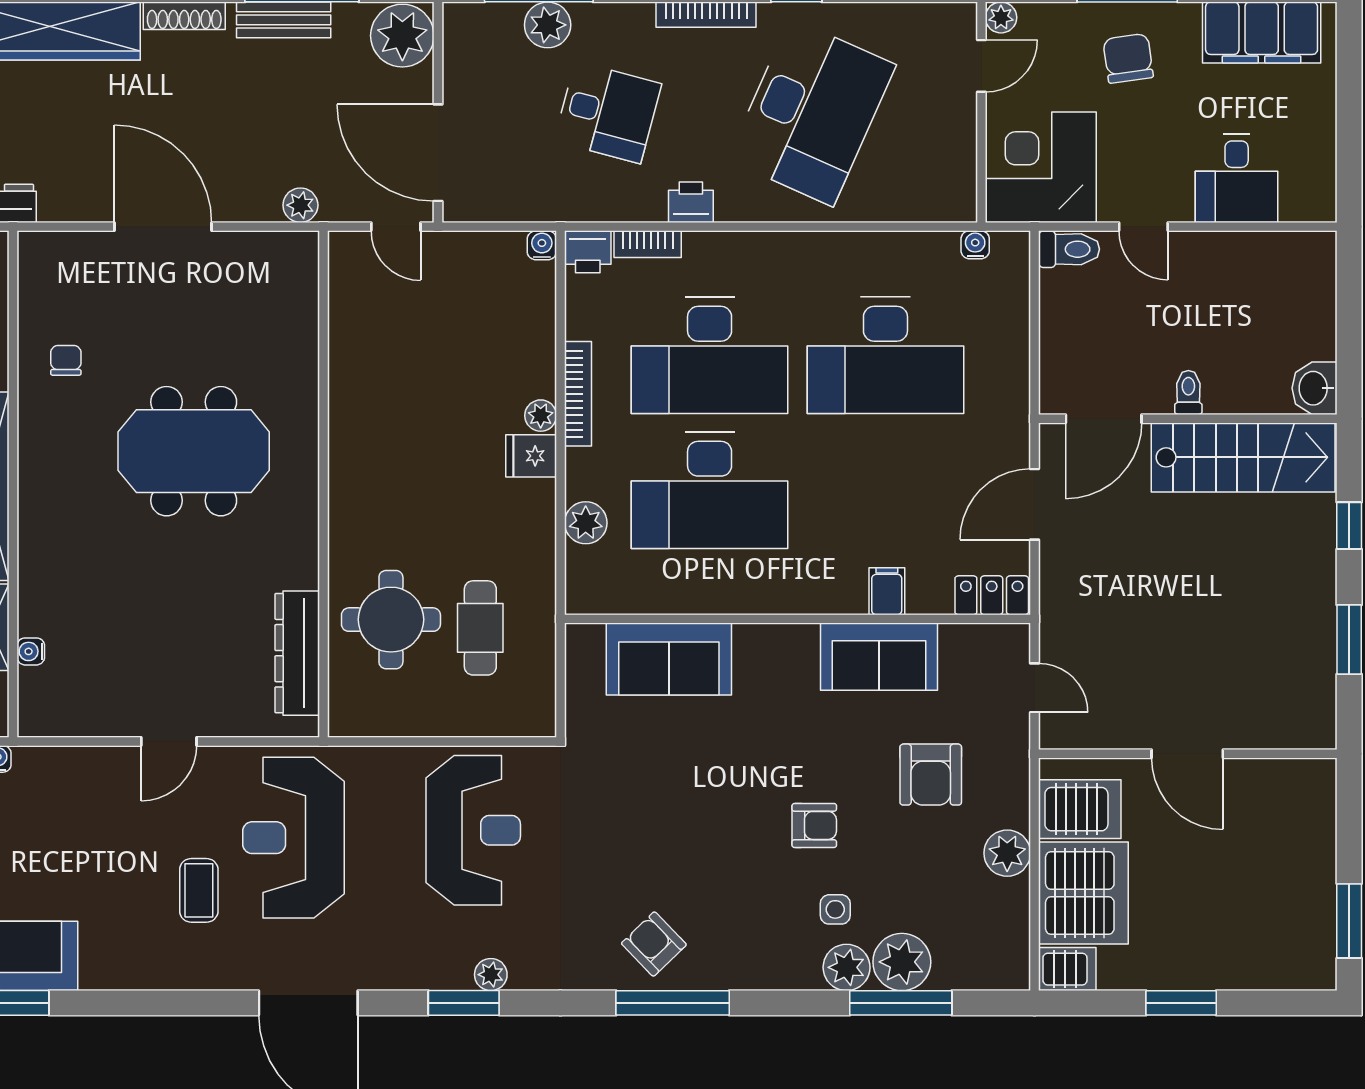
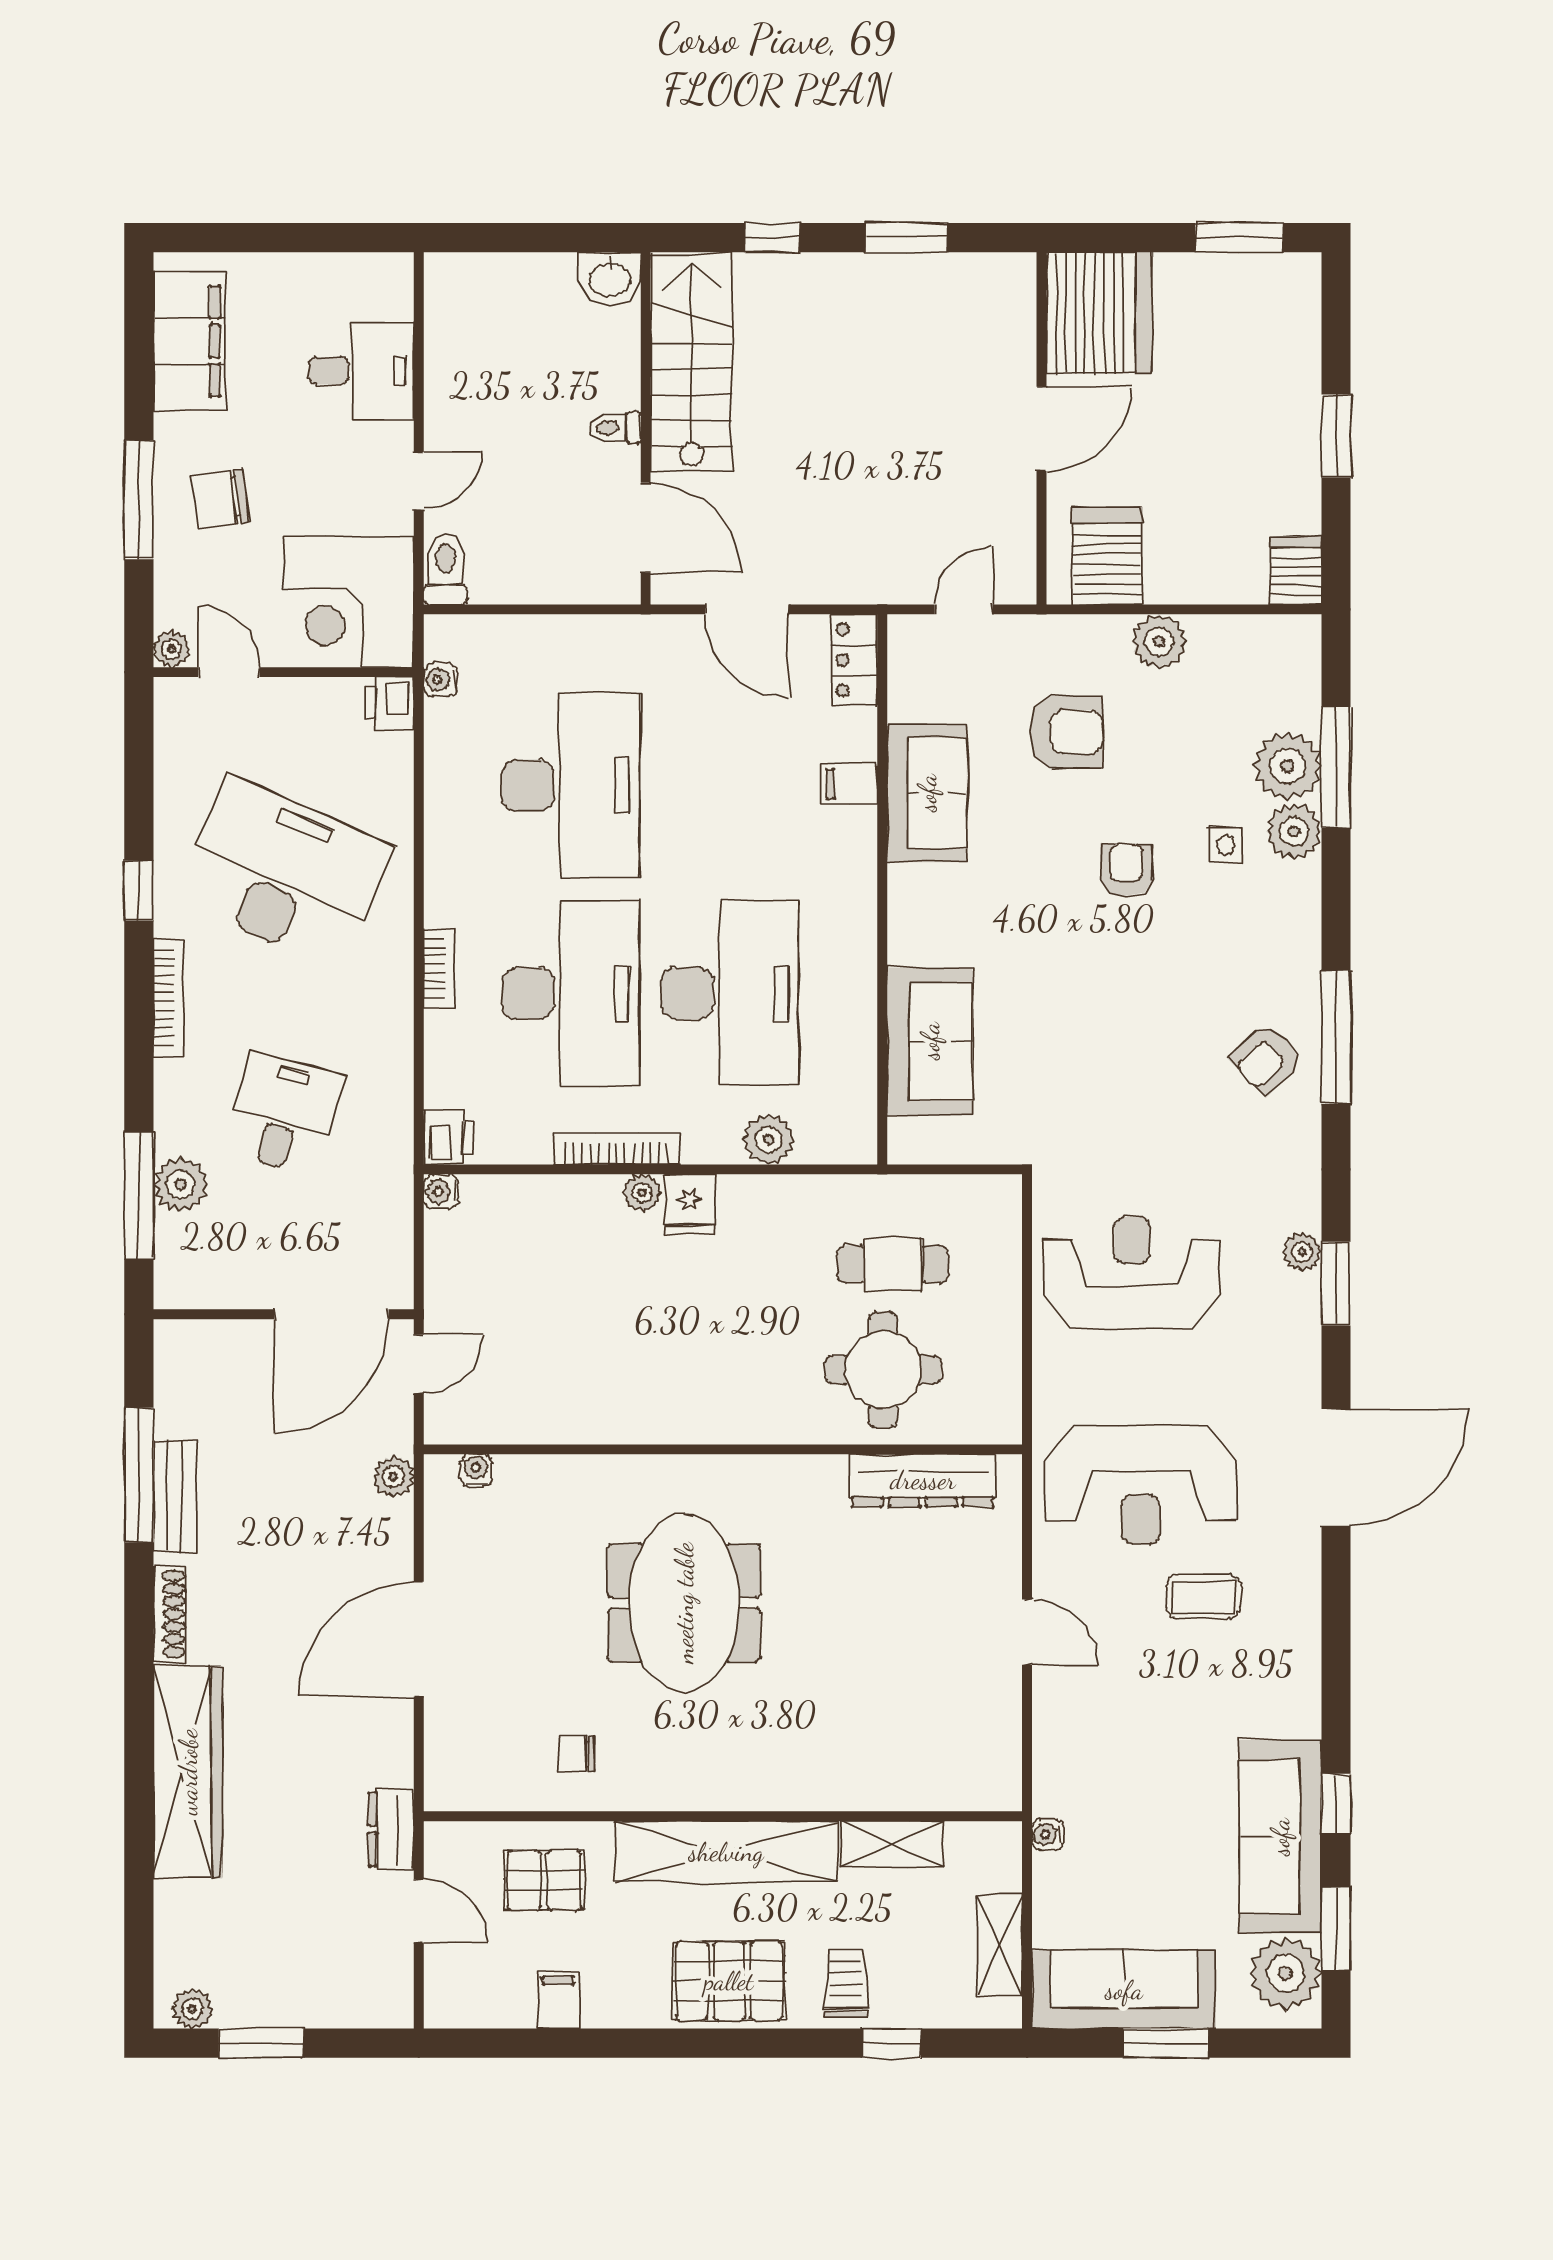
plant: (402, 36) -> (193, 1356), removed
printer: (691, 202) -> (390, 703), moved
bookcase: (648, 244) -> (439, 969), moved
water cooler: (31, 651) -> (476, 1470), moved, turned 180
server rack: (1083, 893) -> (1099, 313), moved, turned 90

